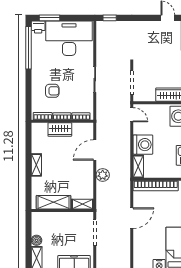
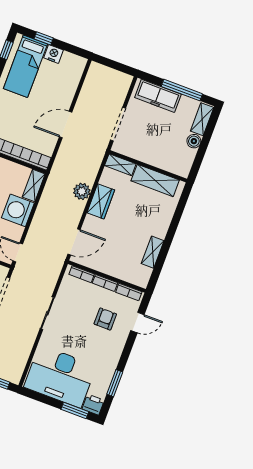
window: (28, 48) -> (115, 383), width x0.47
armchair: (52, 91) -> (105, 319), turned 90
door: (28, 97) -> (137, 323), added
wardrobe: (60, 130) -> (101, 201), moved, turned 90
door: (95, 150) -> (74, 242), moved
shelving: (36, 165) -> (153, 252), moved

